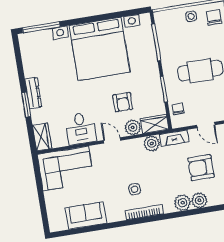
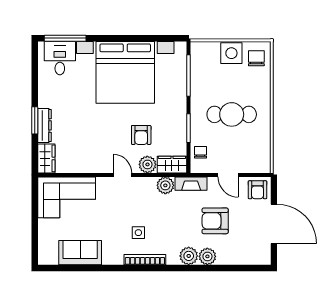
side table: (191, 16) -> (231, 53), width x1.87, depth x1.87
dresser: (33, 93) -> (45, 125), moved
desk: (81, 128) -> (60, 58), moved, turned 180

